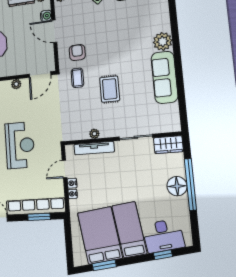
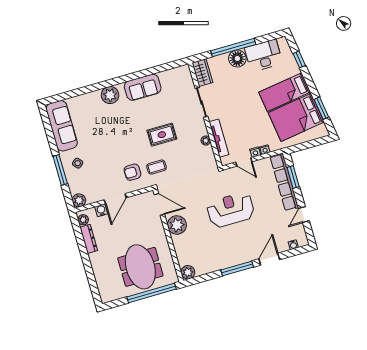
sofa: (164, 77) -> (143, 87), width x0.73
plant: (16, 84) -> (177, 225), width x1.87, depth x1.87
desk: (163, 236) -> (264, 55), moved, turned -82

